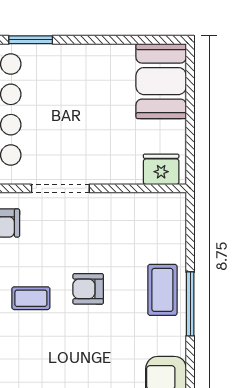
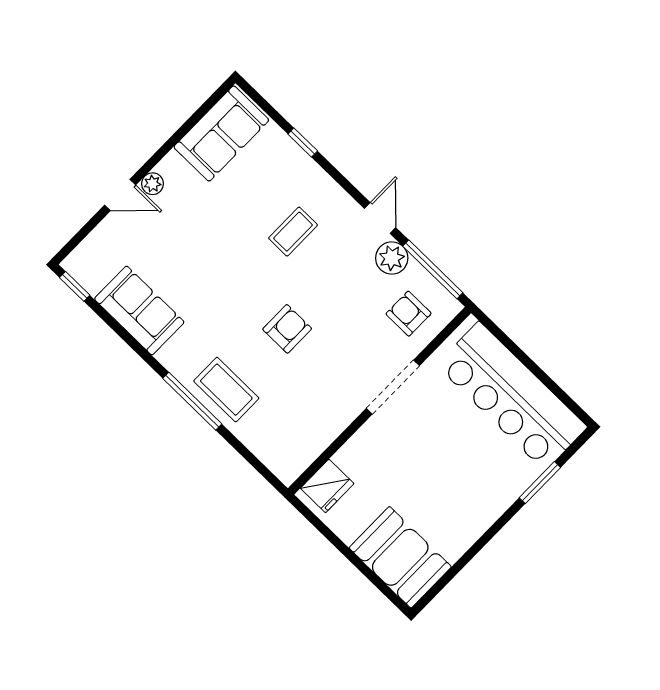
coffee table: (31, 298) -> (293, 232), moved

